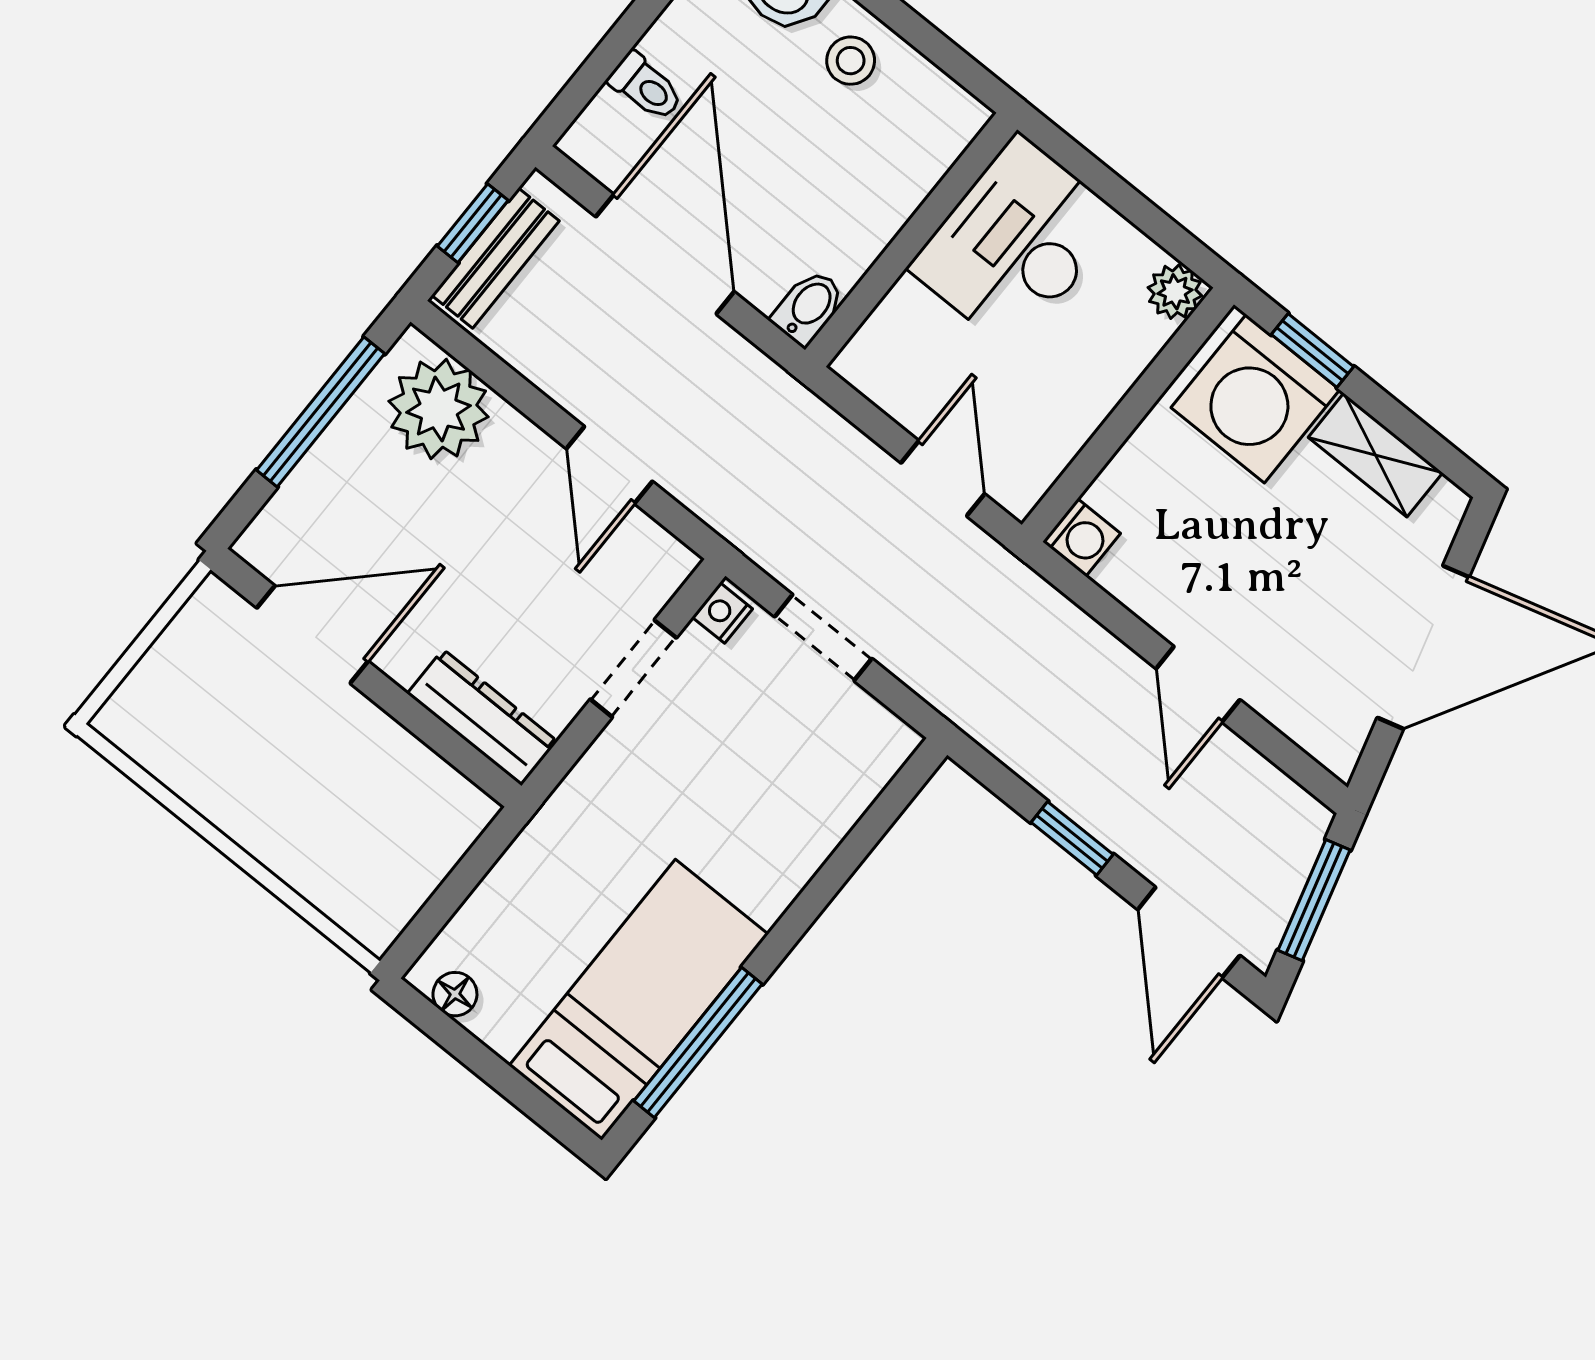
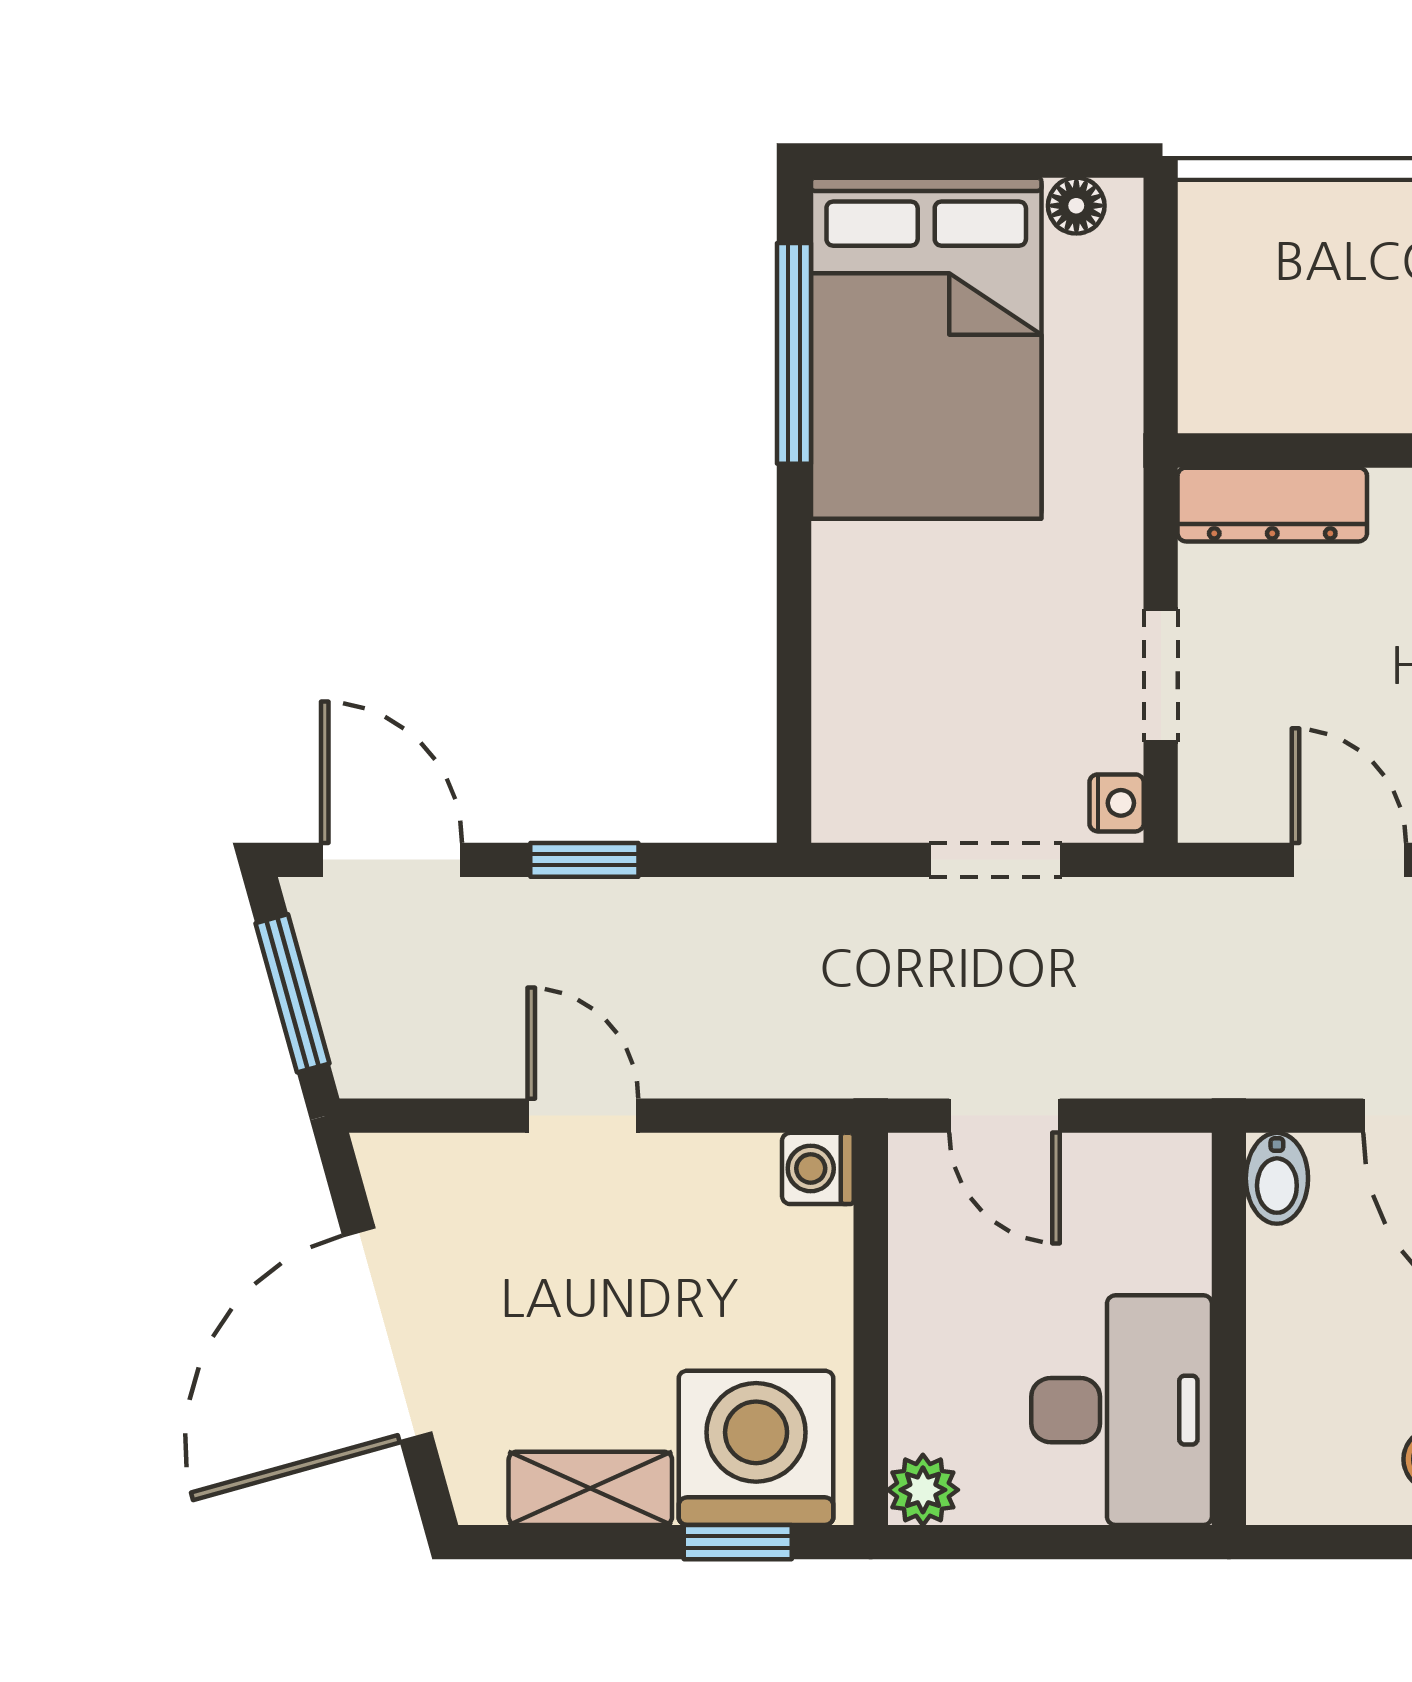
bed: (639, 1000) -> (926, 348), width x1.50

